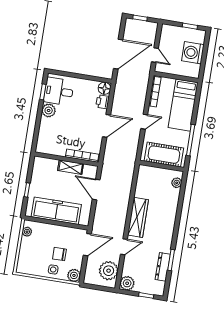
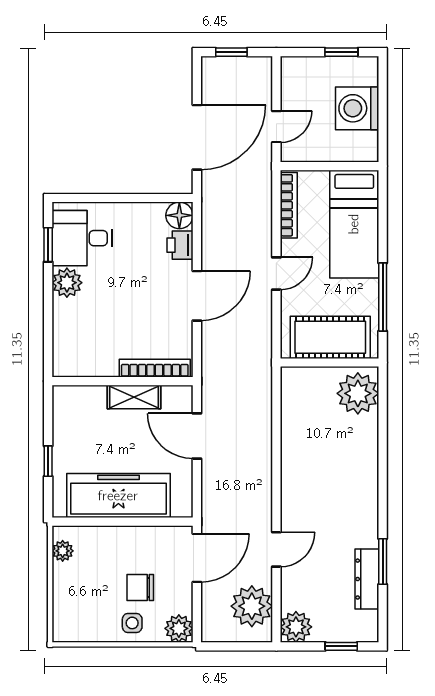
door: (155, 55) -> (276, 127), hinge flipped
plant: (177, 183) -> (358, 393), width x1.87, depth x1.87
wardrobe: (138, 217) -> (297, 481), removed

